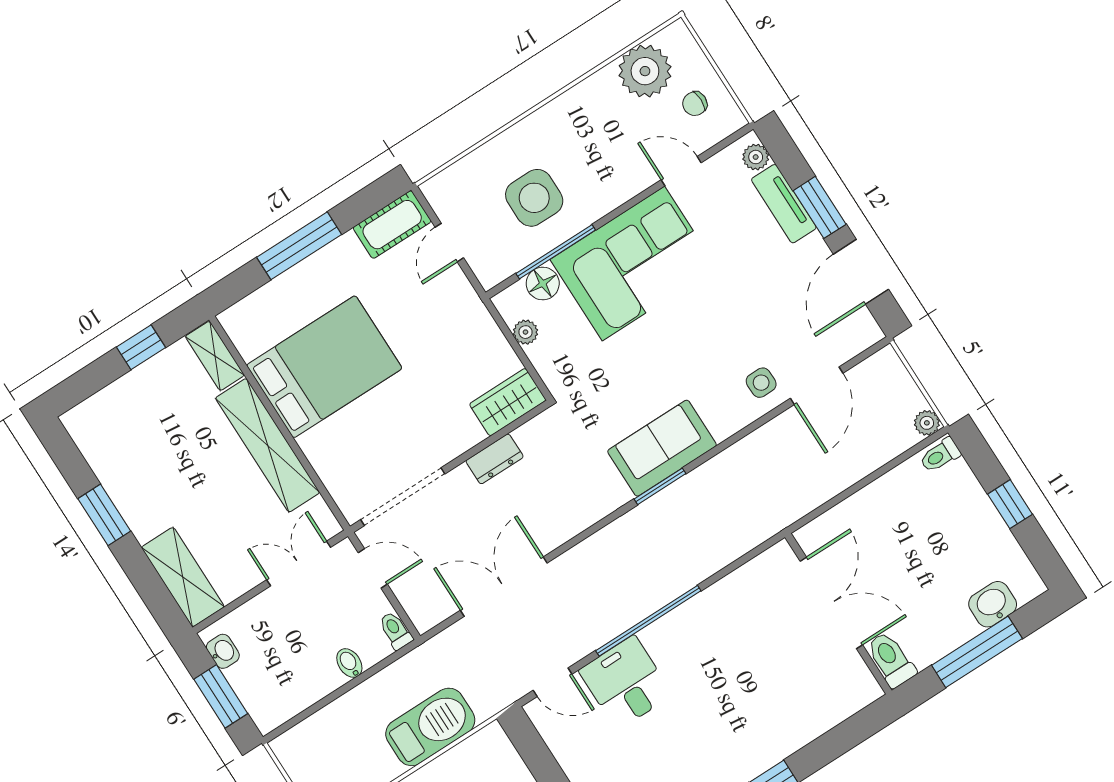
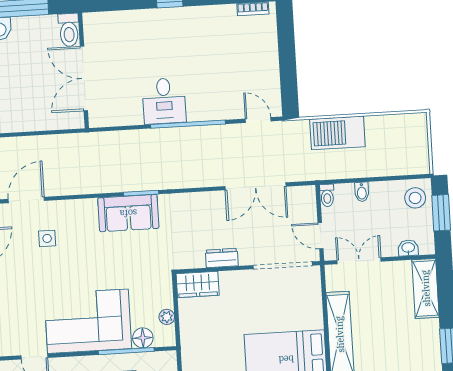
side table: (761, 383) -> (47, 238), moved
double door: (299, 564) -> (359, 261), swing flipped
washbasin: (223, 651) -> (408, 248), moved, turned 90
desk: (626, 683) -> (164, 101), moved
stool: (269, 697) -> (415, 198), added

